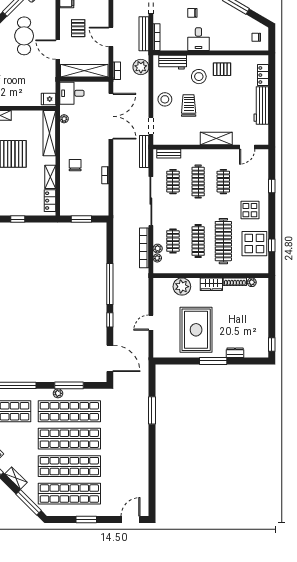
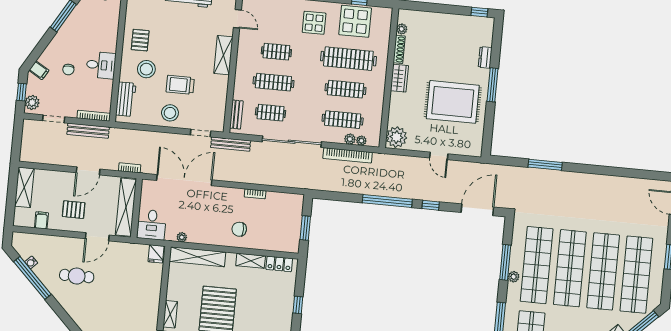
cafe table: (24, 36) -> (77, 276), width x0.73, depth x0.74
plant: (141, 67) -> (128, 138), removed
clothes rail: (173, 241) -> (343, 120), width x1.36
plant: (182, 287) -> (396, 137), moved

